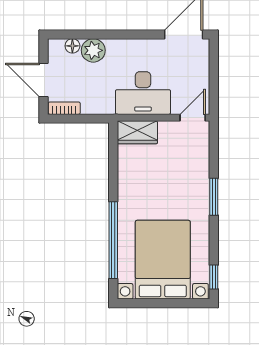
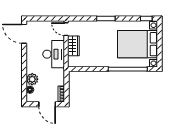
door: (43, 80) -> (47, 104), hinge flipped
wardrobe: (137, 132) -> (73, 46), moved

